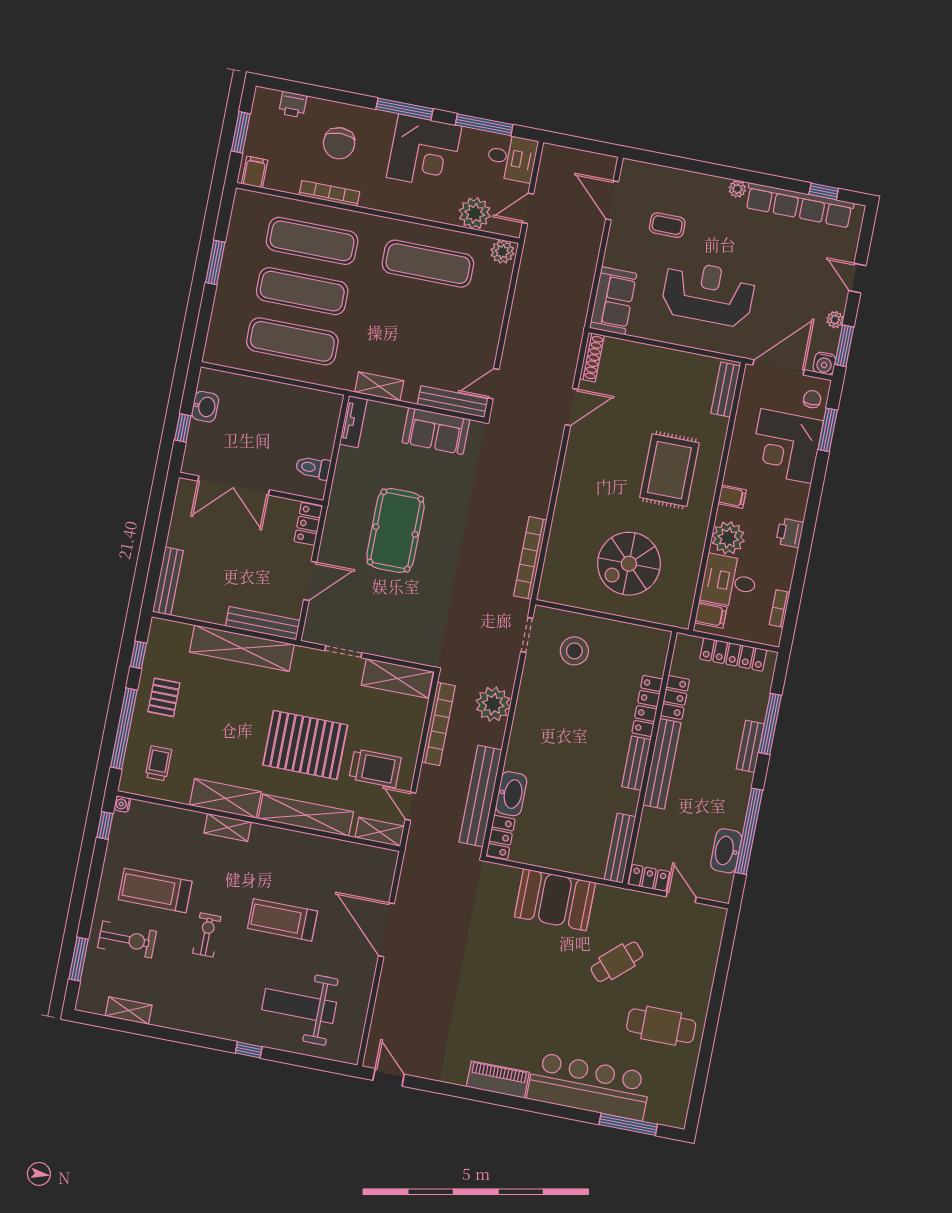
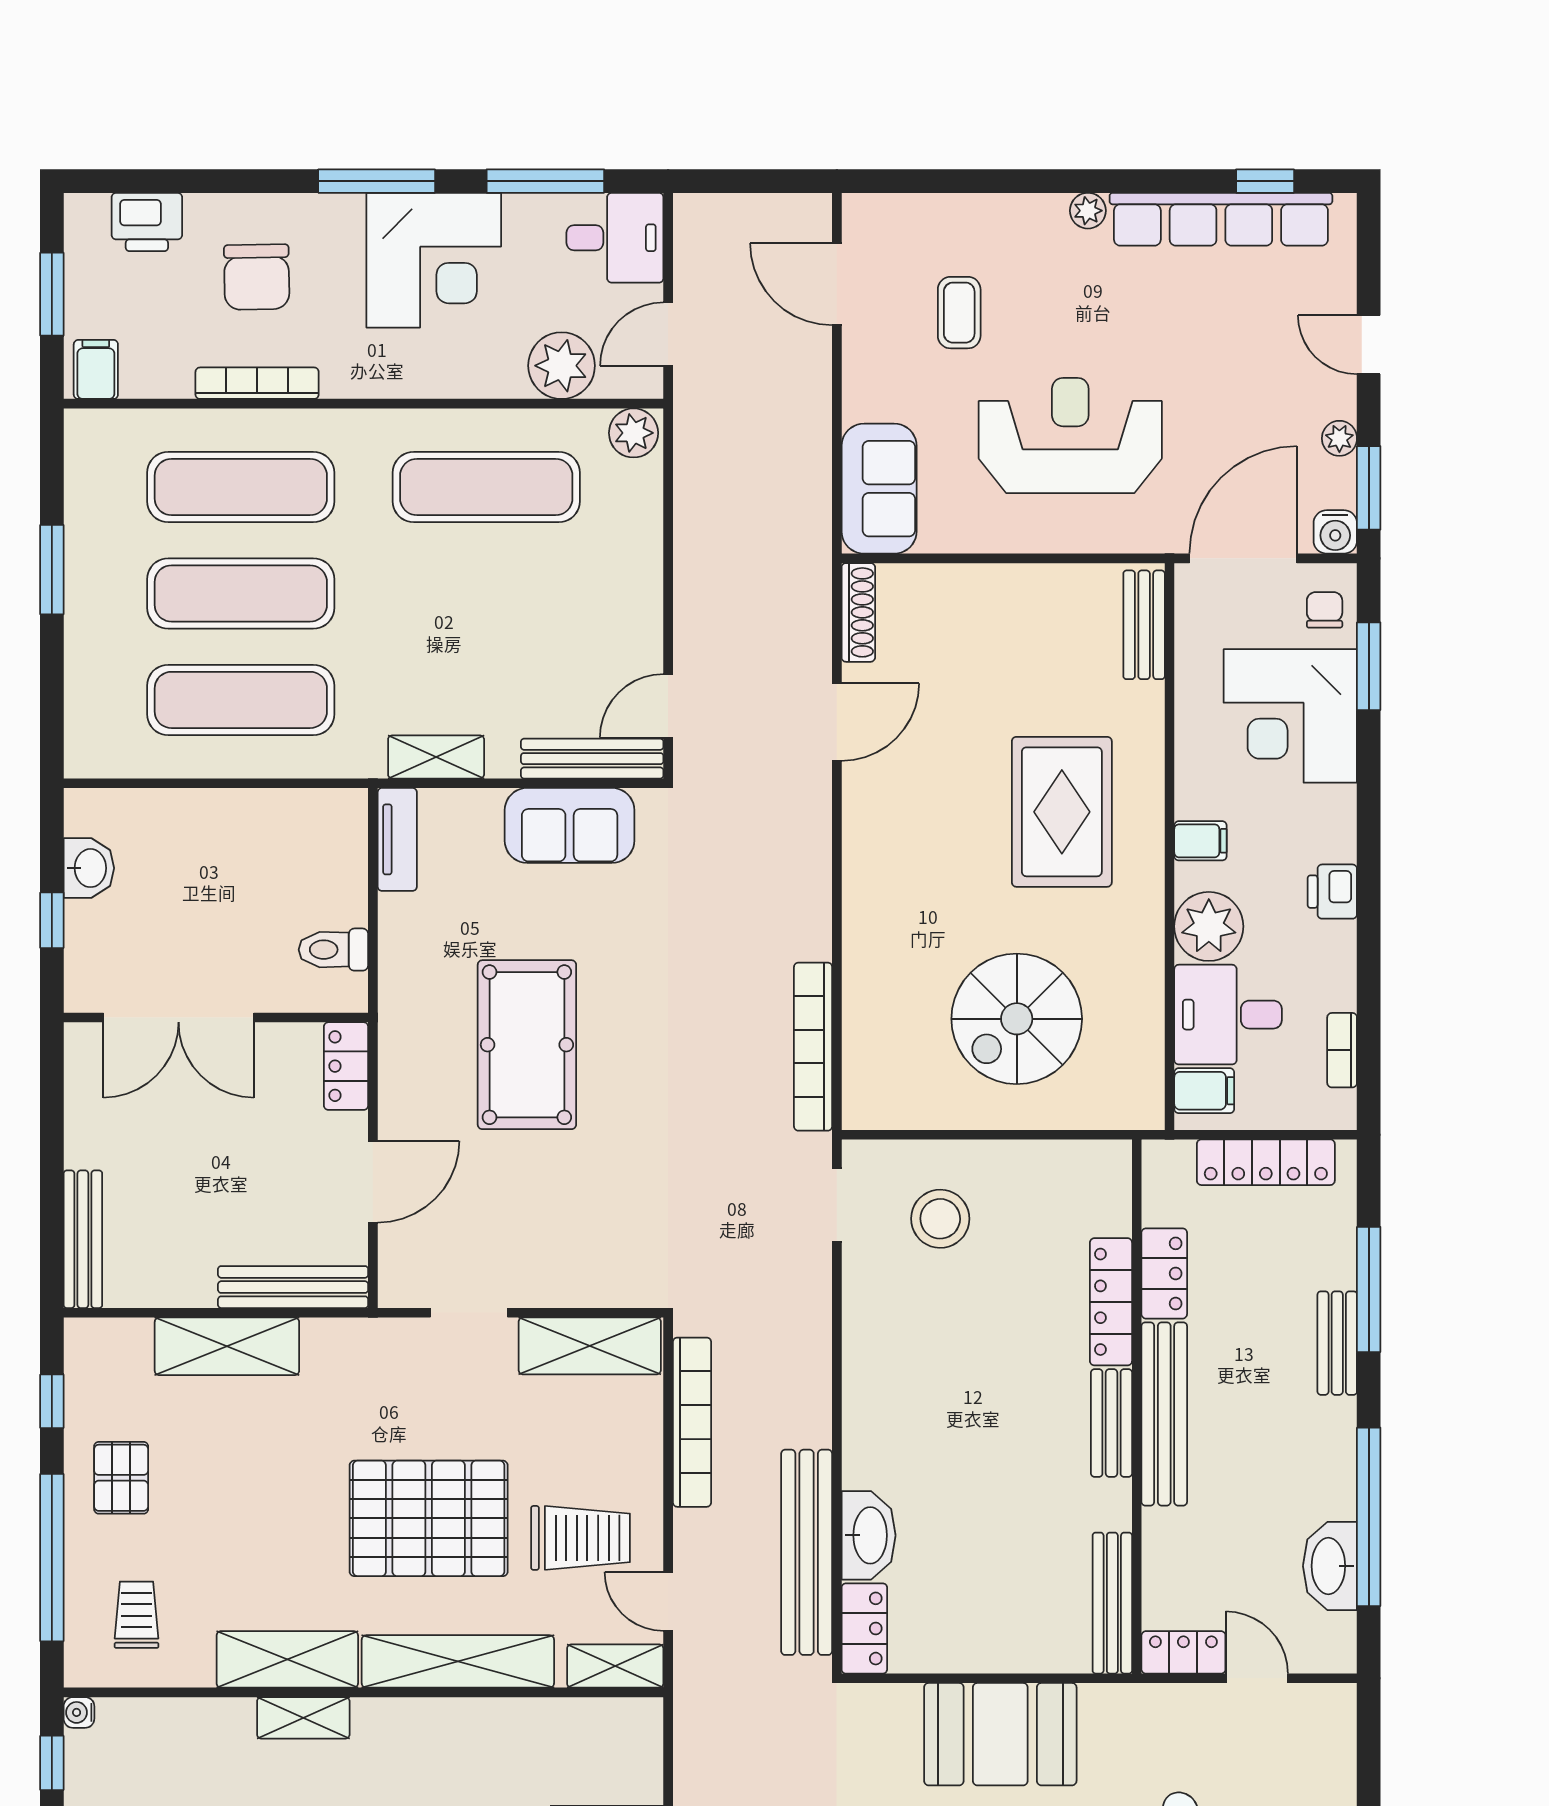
printer: (293, 104) -> (147, 222), width x1.36, depth x1.24
coffee table: (667, 225) -> (959, 313), turned 90
shelving: (242, 648) -> (227, 1346), width x0.68
plant: (493, 704) -> (796, 1360), removed

